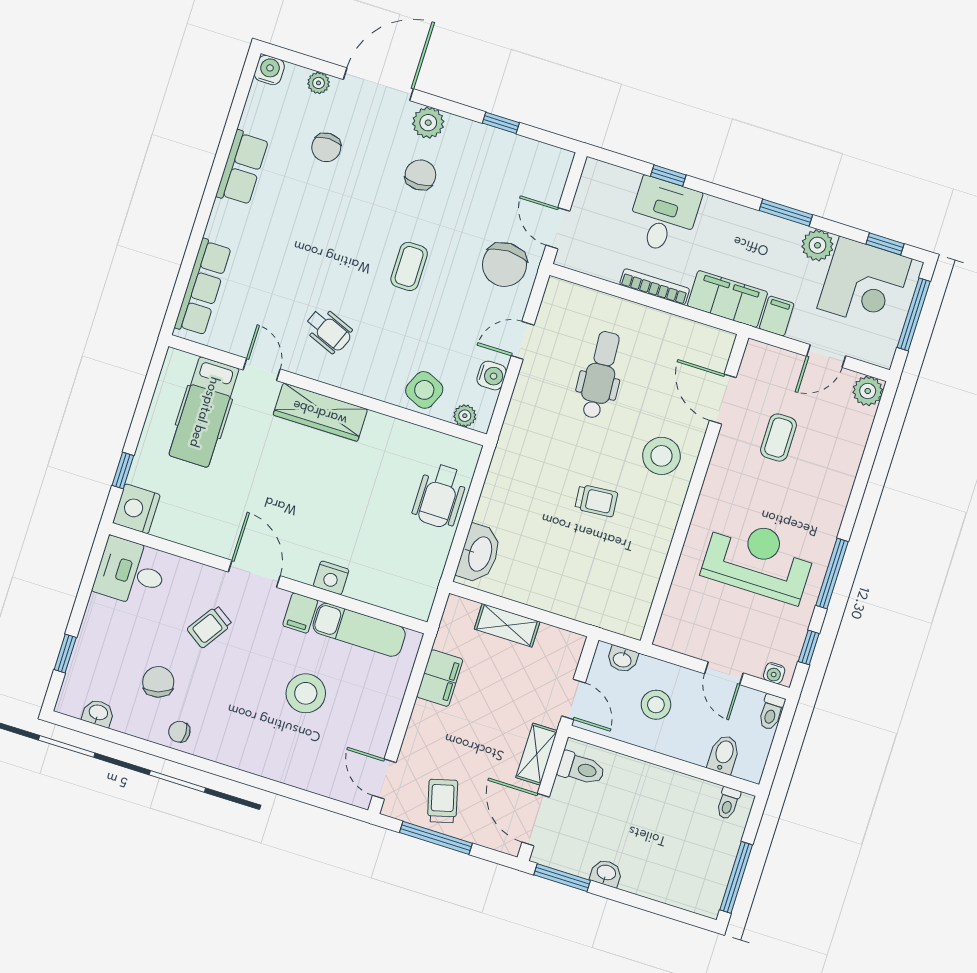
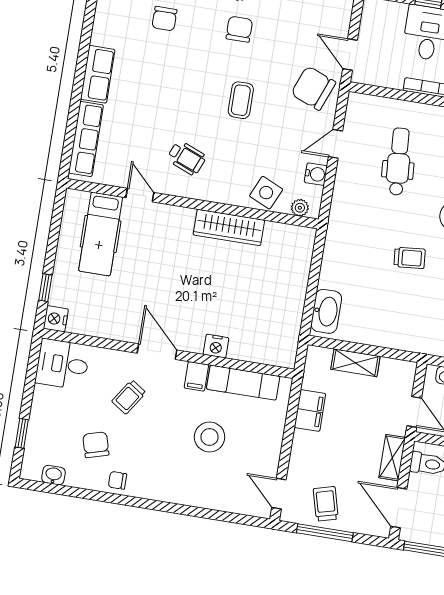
row of seats: (242, 168) -> (98, 74), moved
chair: (505, 265) -> (313, 88), turned 111
wardrobe: (320, 412) -> (229, 227), moved
wheelchair: (440, 496) -> (290, 272), removed
nightstand: (136, 509) -> (56, 319), width x0.74, depth x0.75

